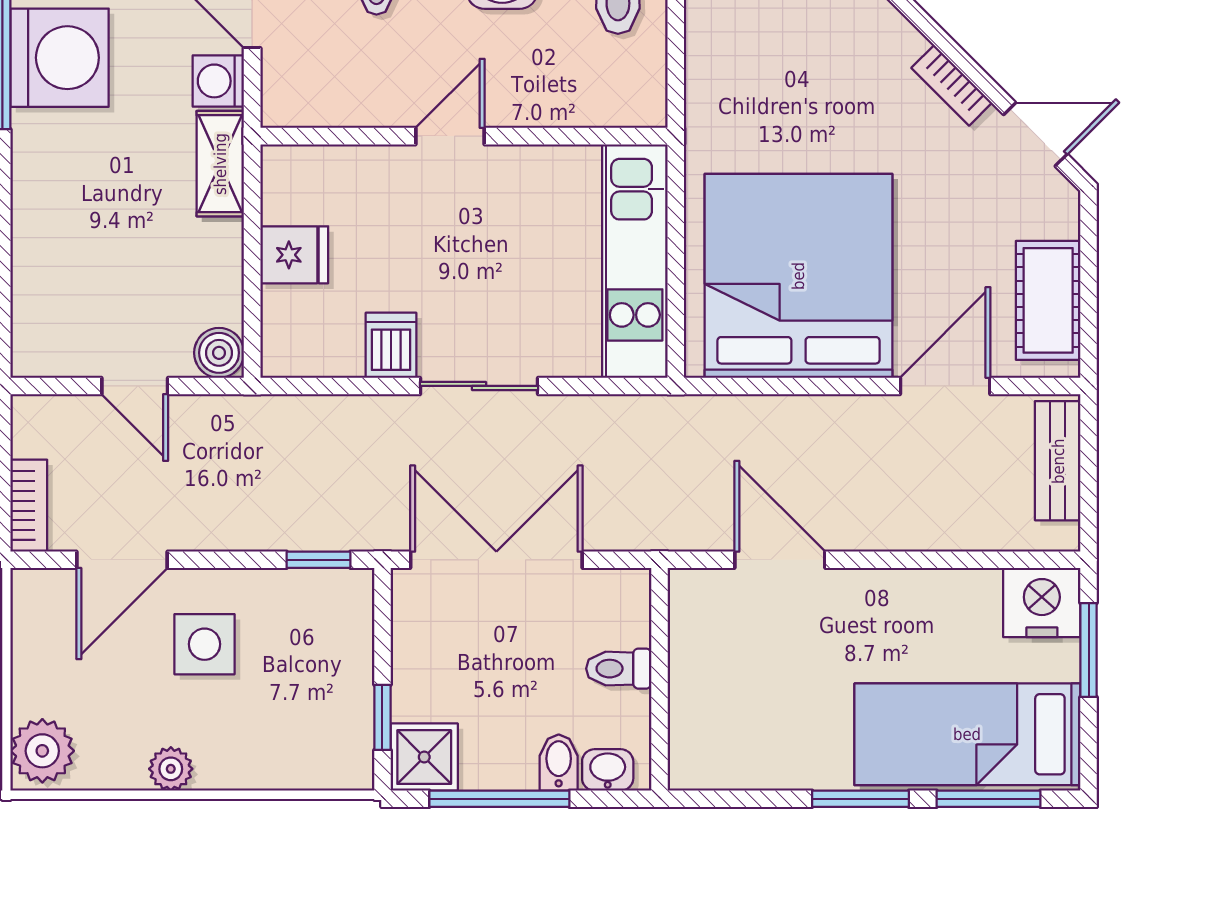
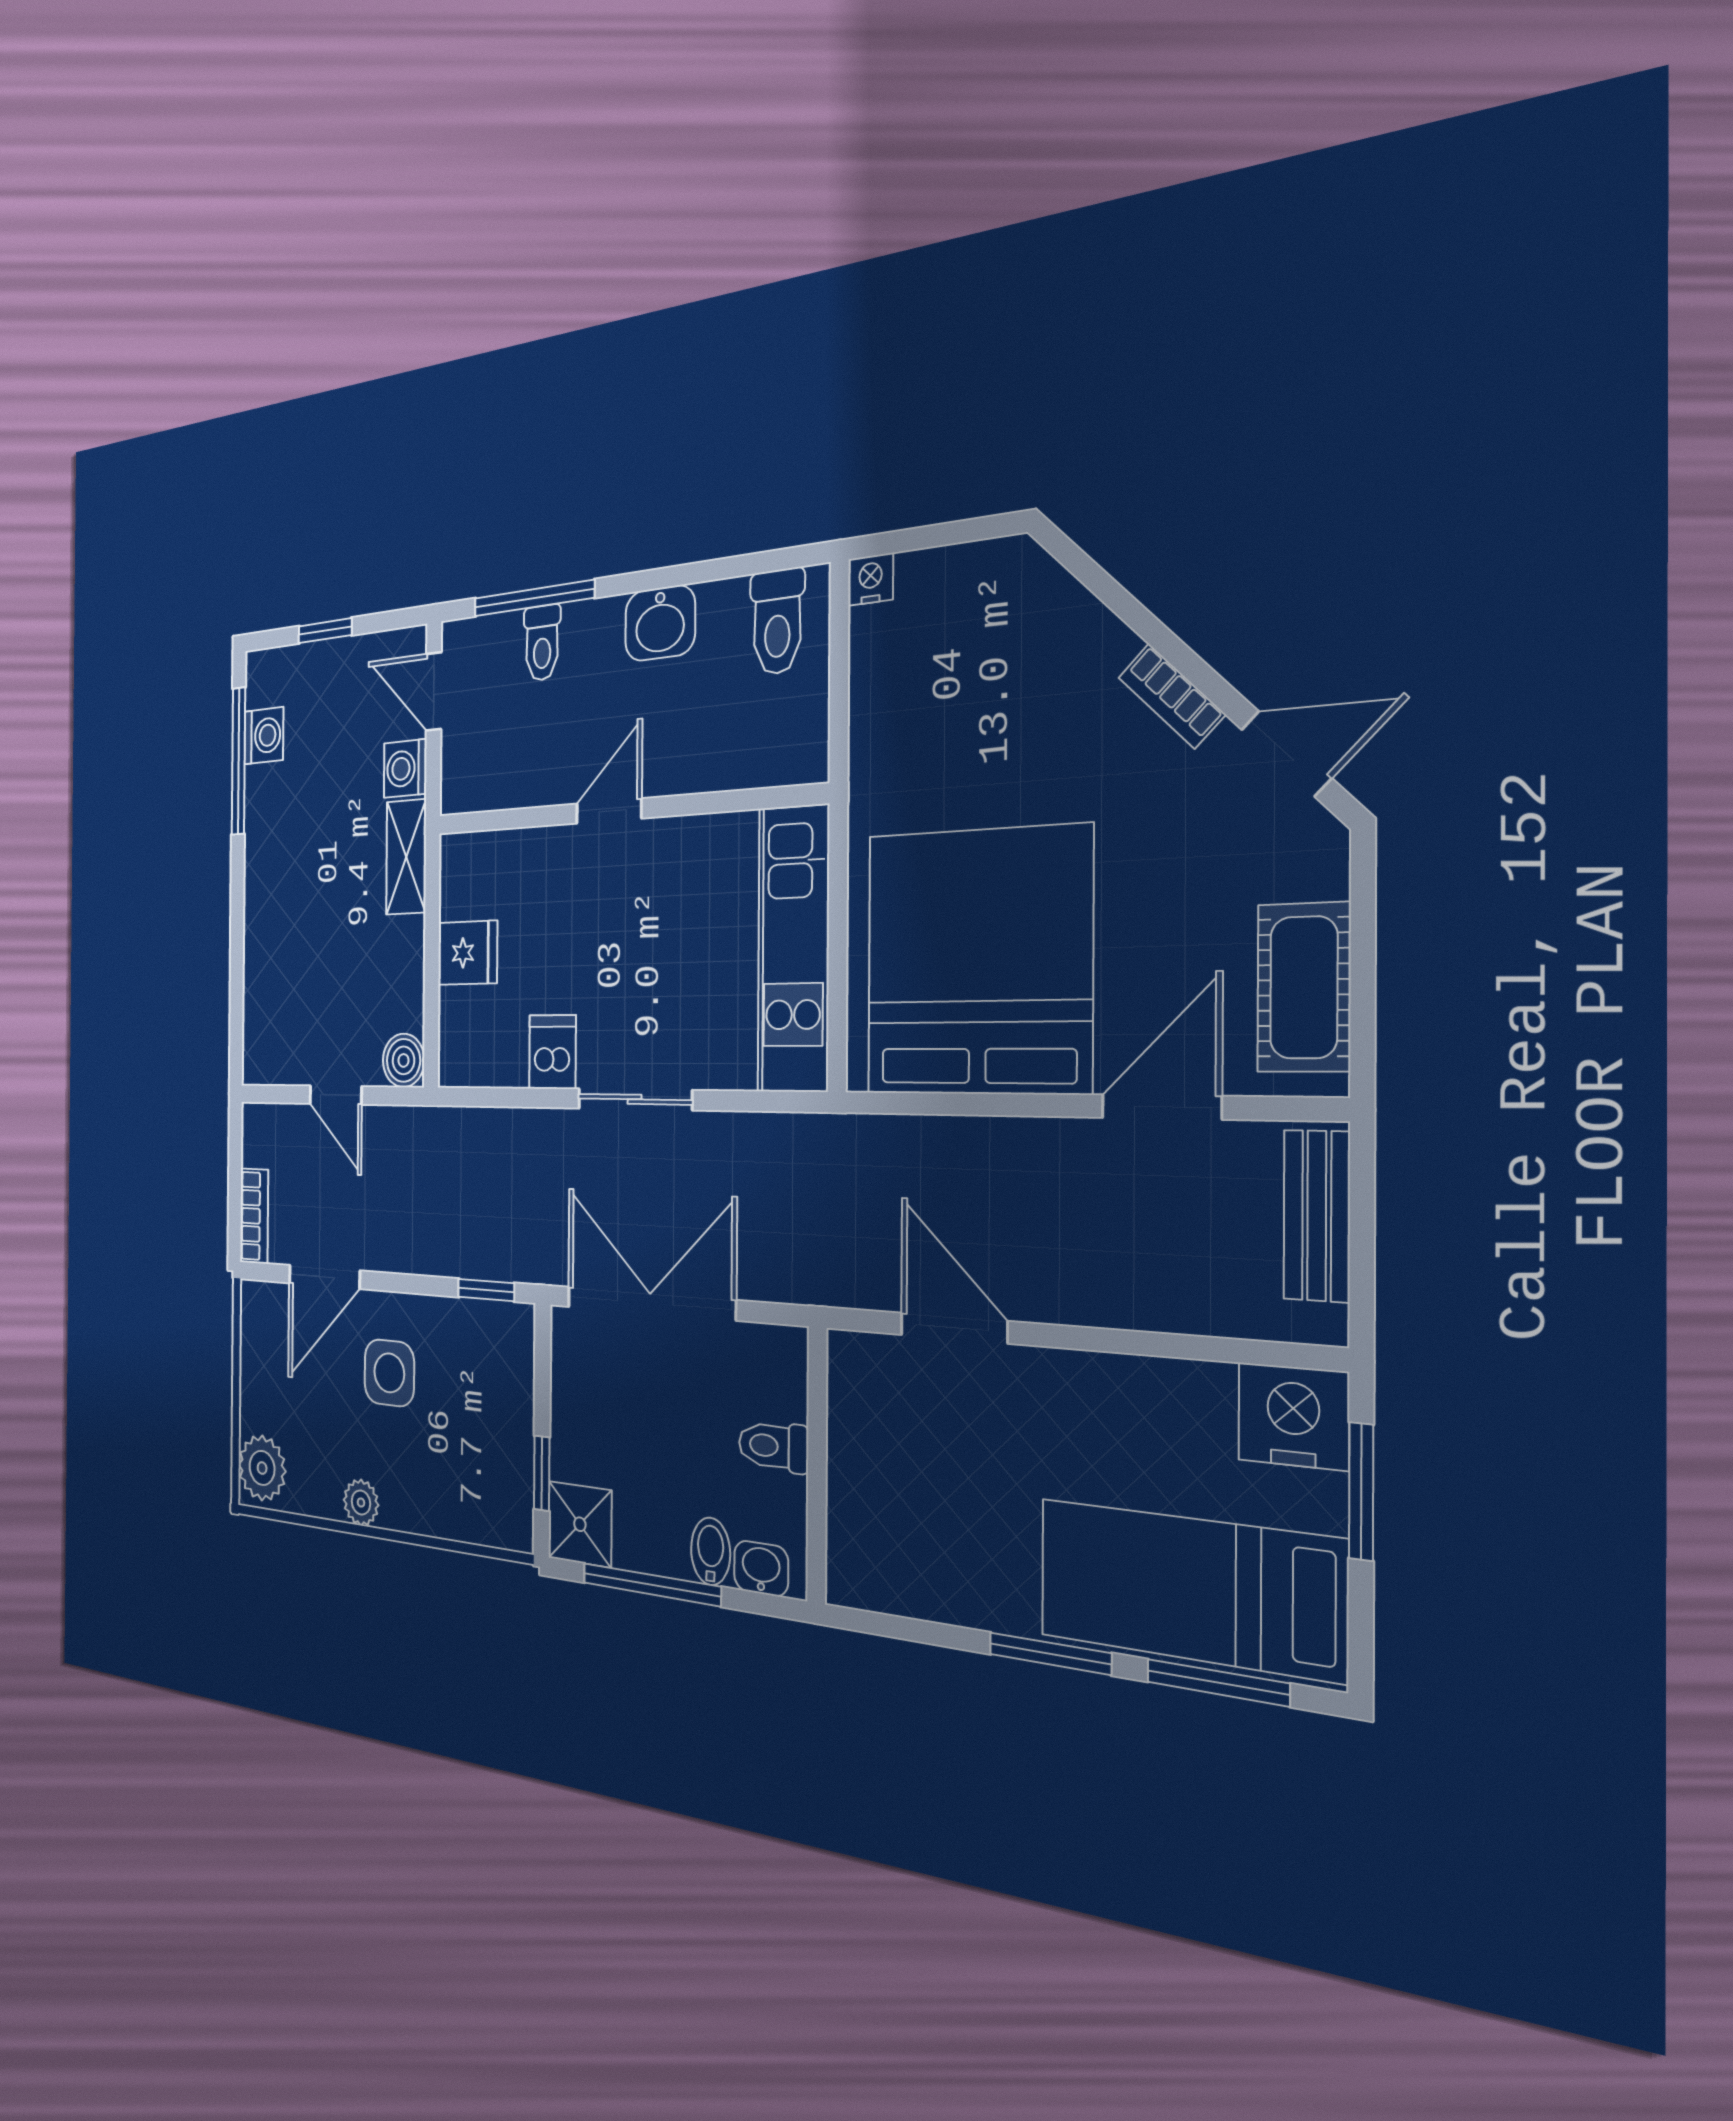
washing machine: (60, 58) -> (264, 736), width x0.53, depth x0.53

